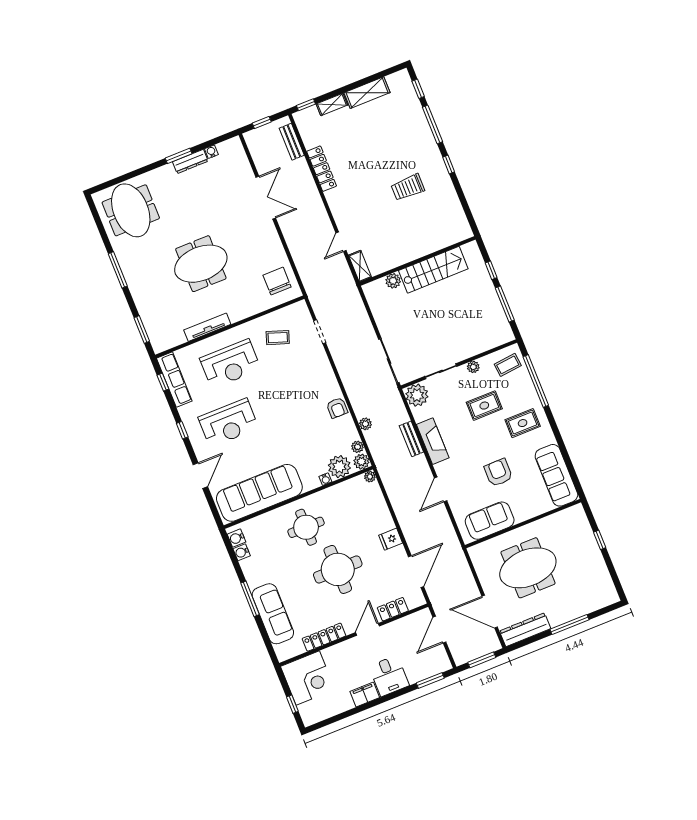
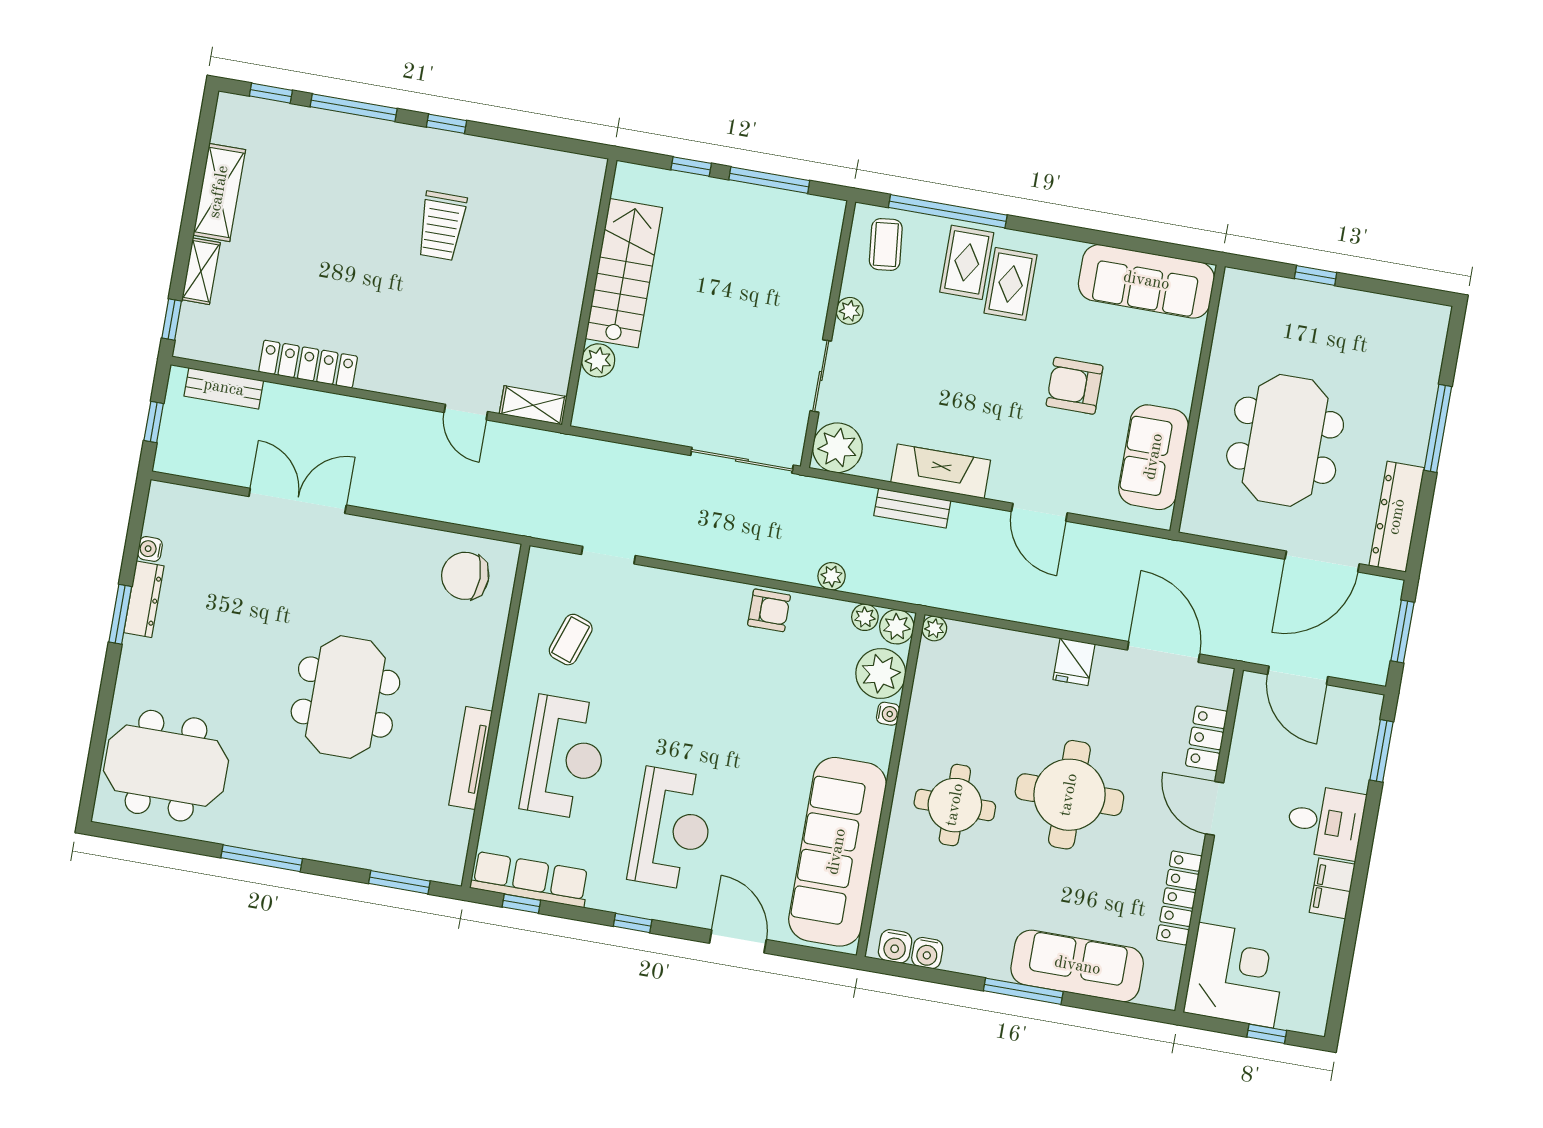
rug: (484, 406) -> (967, 262), moved

